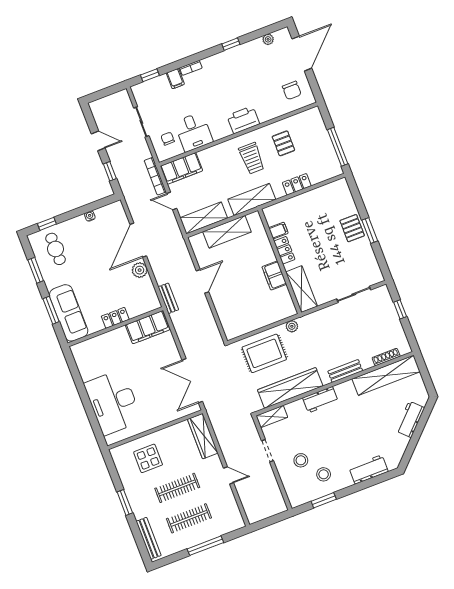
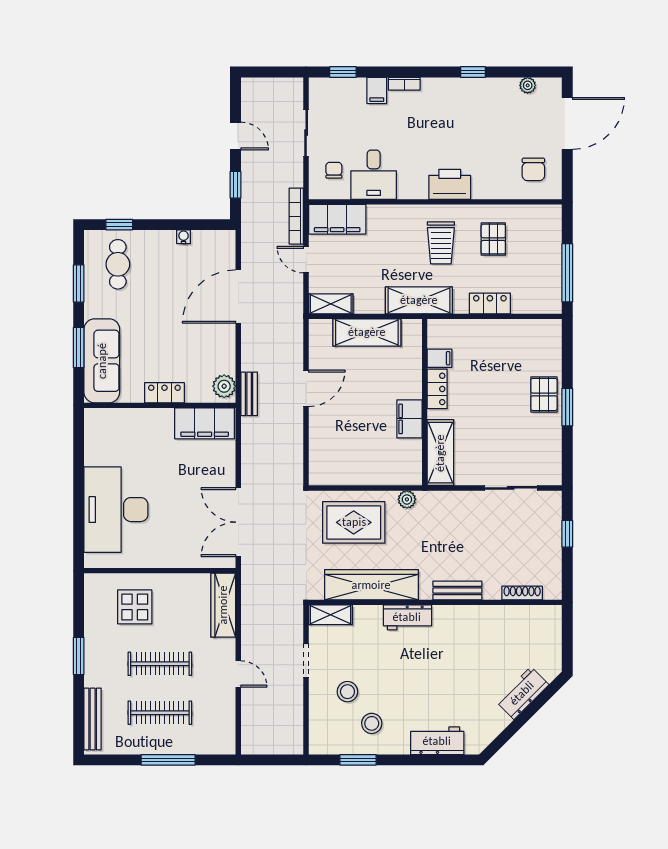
shelving: (204, 218) -> (331, 304), width x0.67, depth x0.75
plant: (140, 270) -> (224, 386), moved
shelving: (386, 375) -> (512, 618), removed

